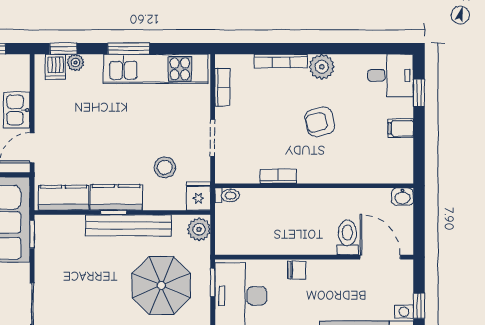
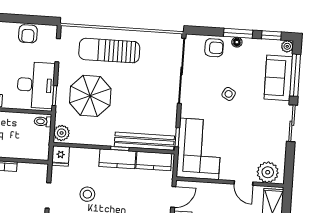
stool: (165, 167) -> (87, 194), moved
toilet: (227, 195) -> (43, 122), moved
bench: (128, 225) -> (144, 141), moved

